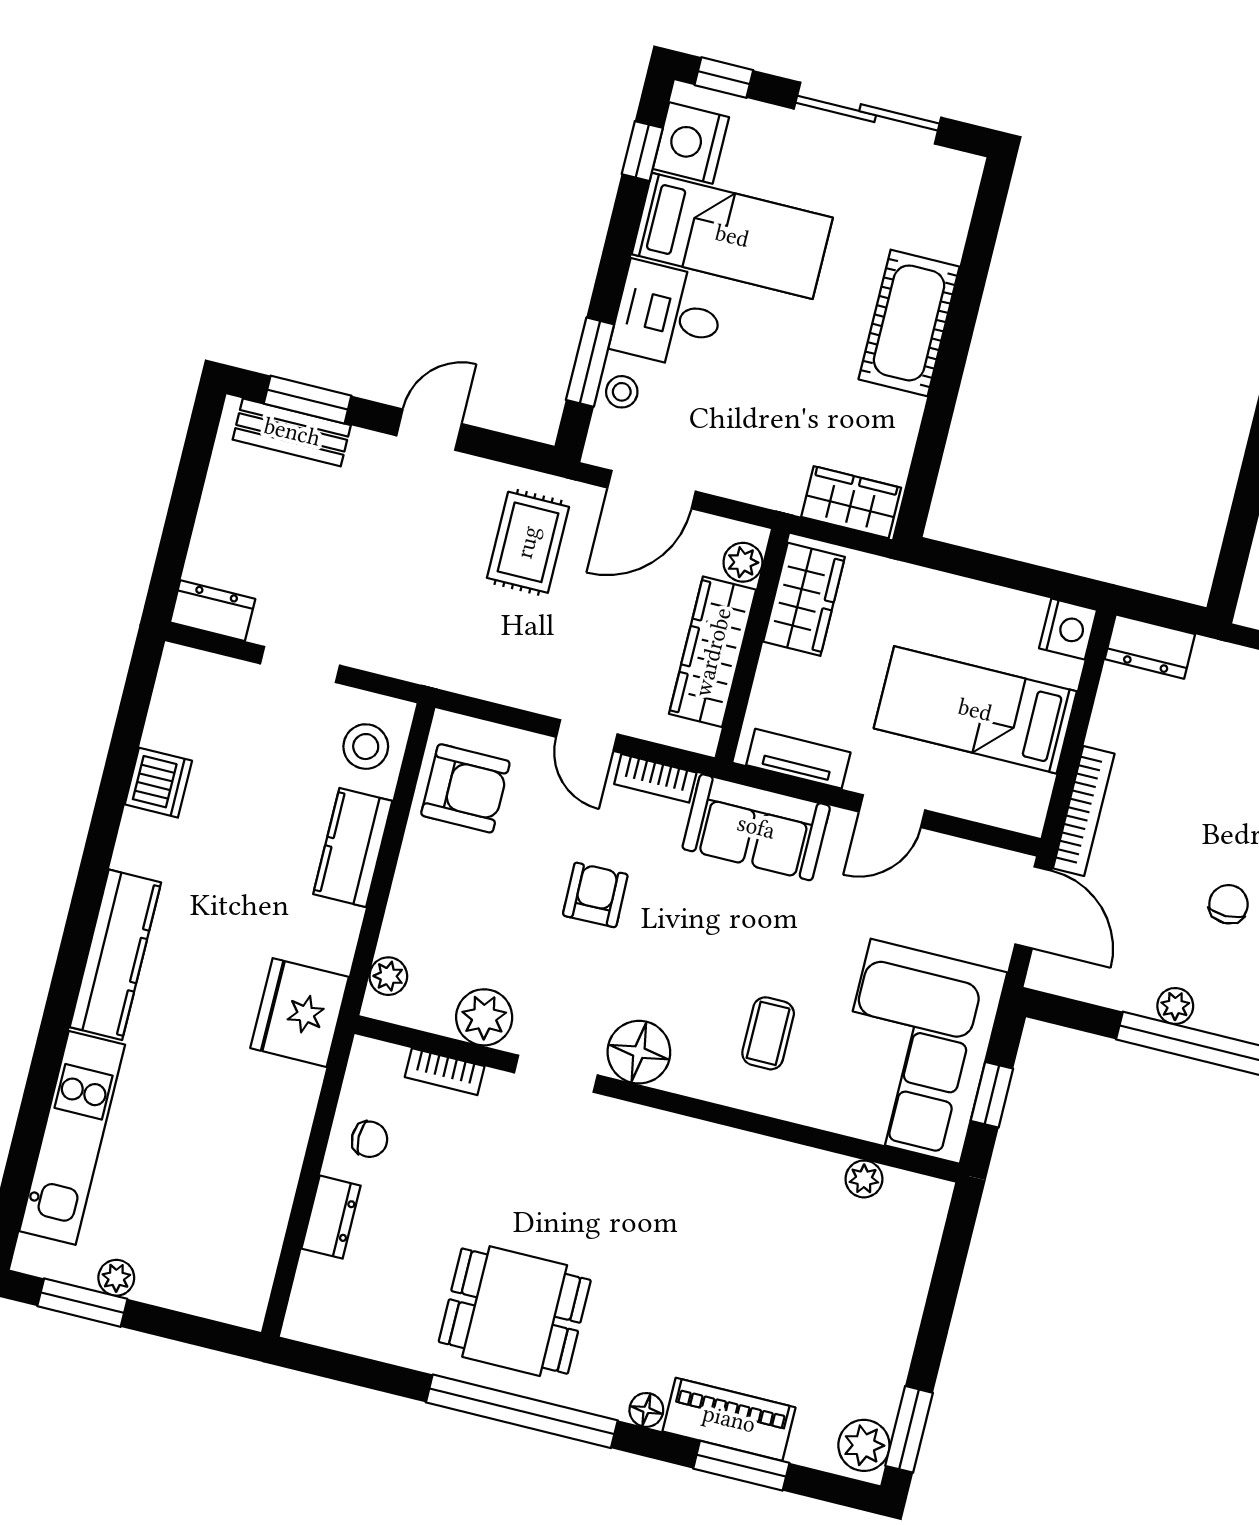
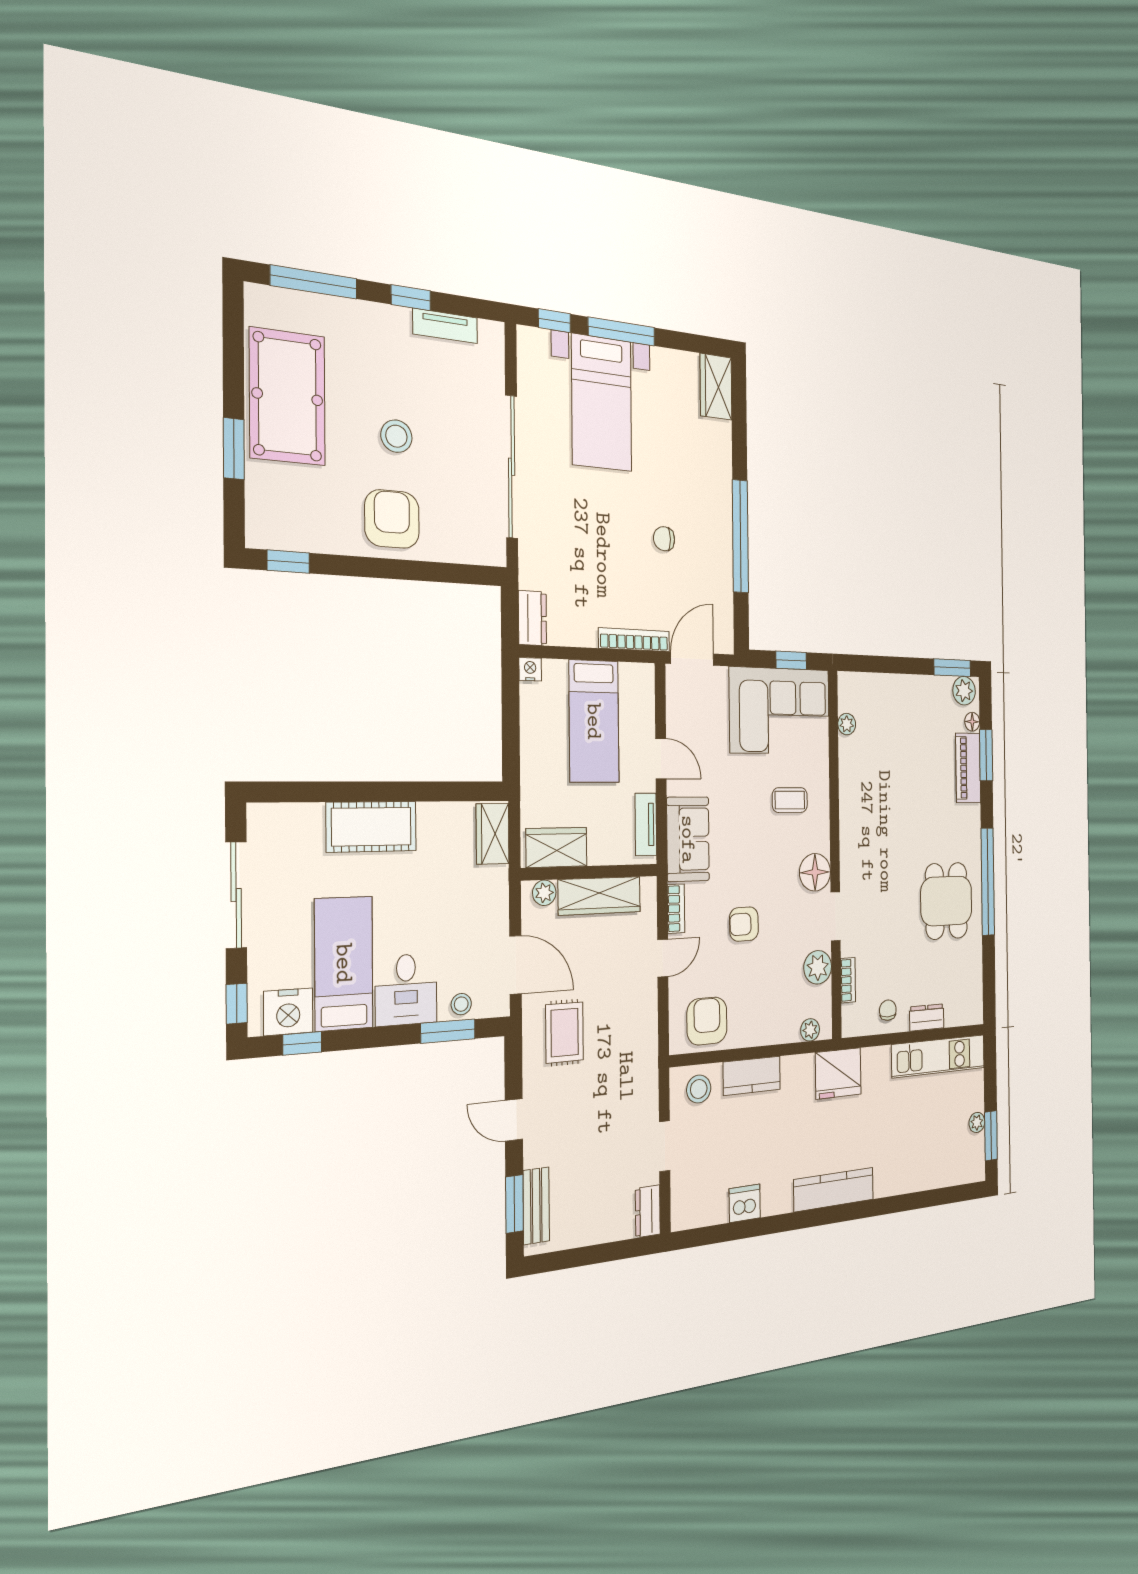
rug: (528, 542) -> (565, 1033), turned 90
nightstand: (1068, 629) -> (530, 669), width x0.72, depth x0.74
plant: (1175, 1006) -> (724, 561), removed
kitchen unit: (72, 1138) -> (939, 1056), moved, turned 180
floor lamp: (646, 1410) -> (972, 722), moved

